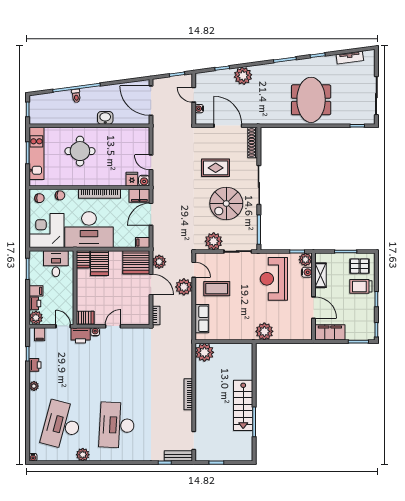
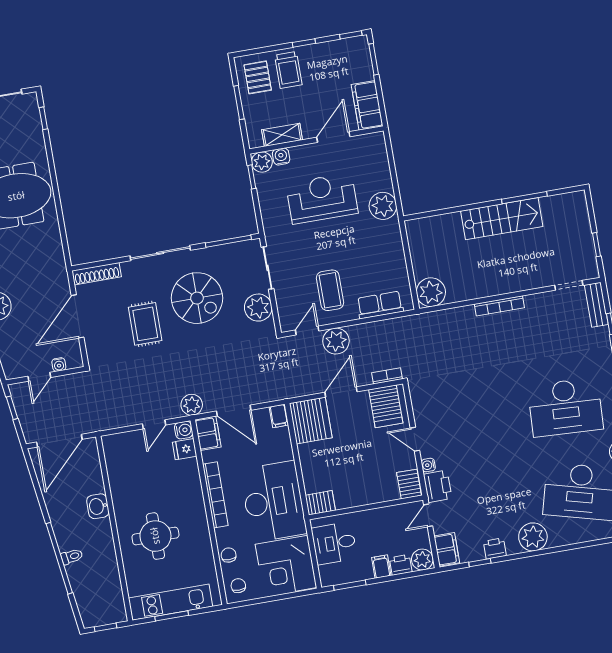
plant: (159, 262) -> (192, 405), moved
server rack: (99, 263) -> (386, 406), moved, turned 90
reception desk: (274, 279) -> (322, 198), moved, turned 180
filing cabinet: (40, 334) -> (447, 549), width x2.00
plant: (34, 386) -> (533, 537), width x1.88, depth x1.88

